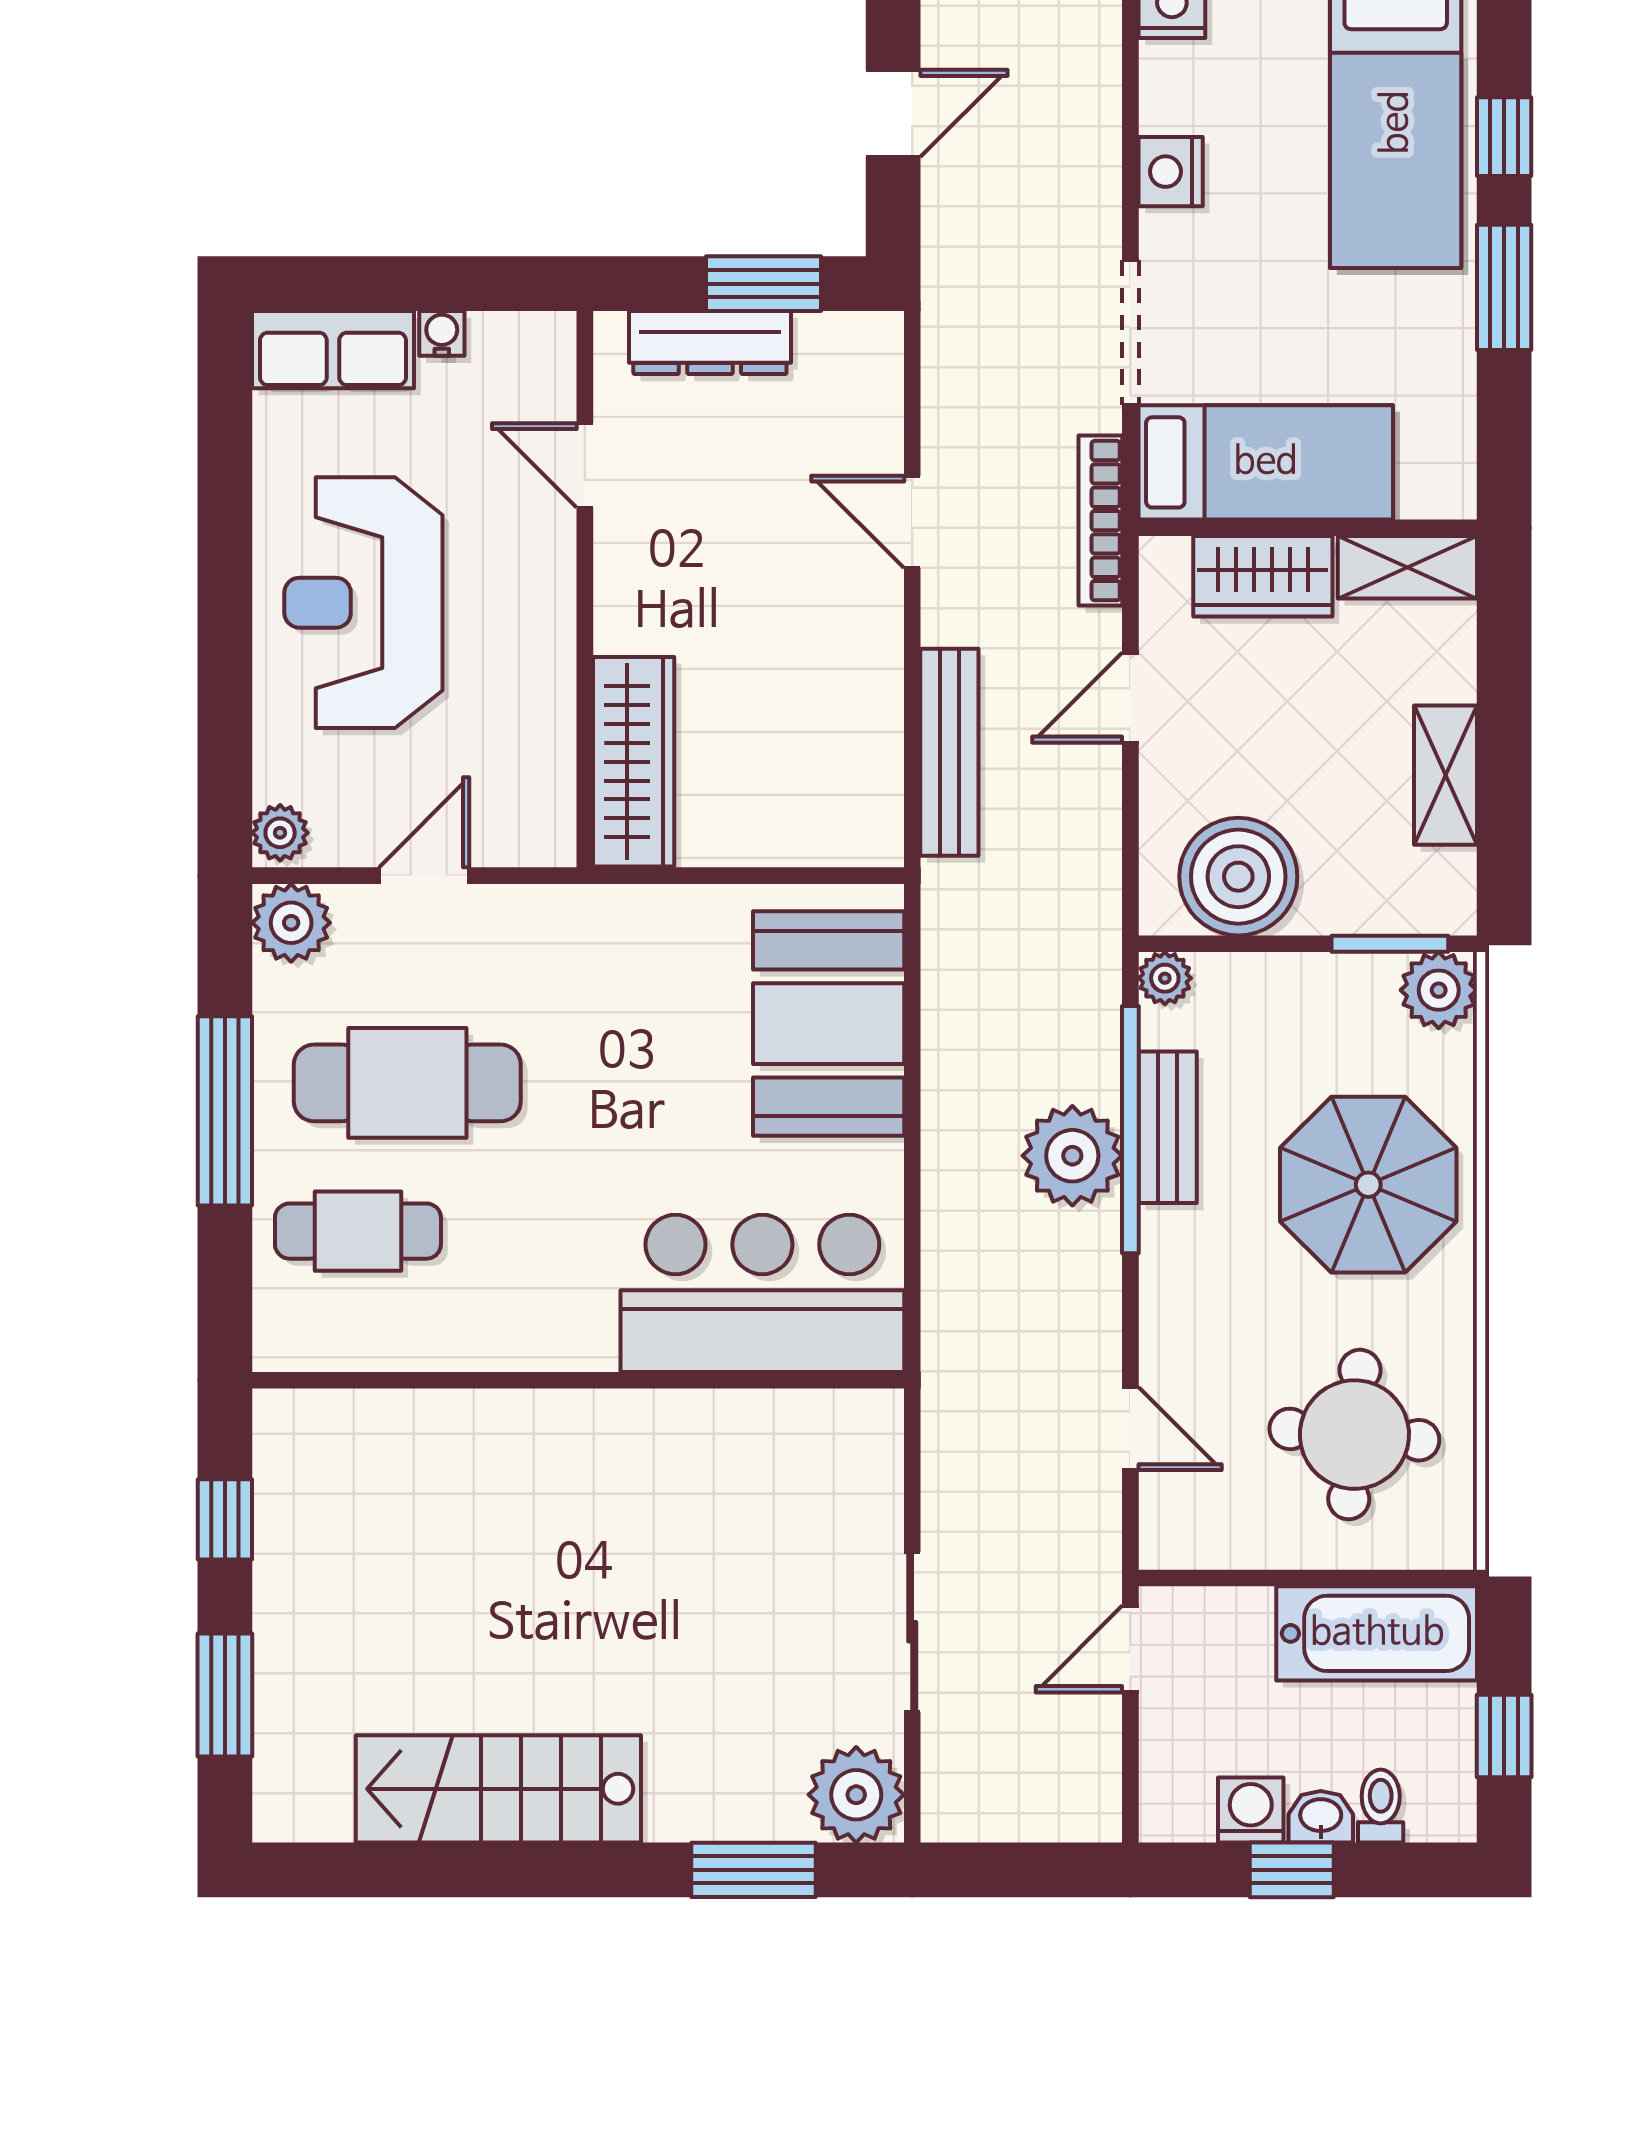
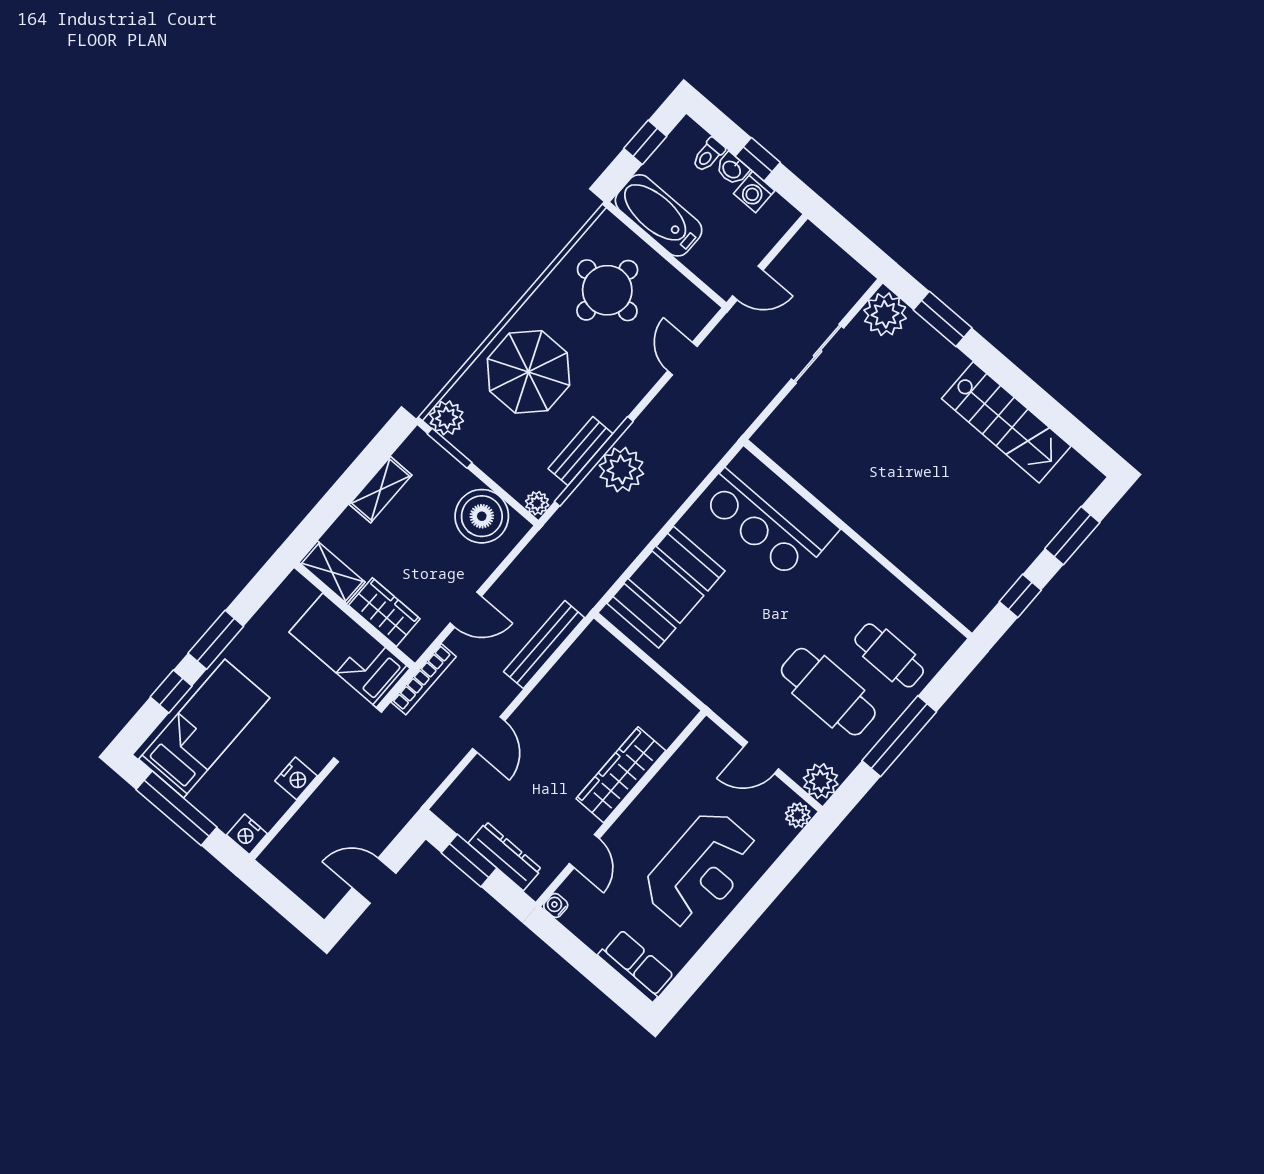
water cooler: (442, 333) -> (556, 905), moved, turned 90
wardrobe: (634, 762) -> (621, 775), moved

